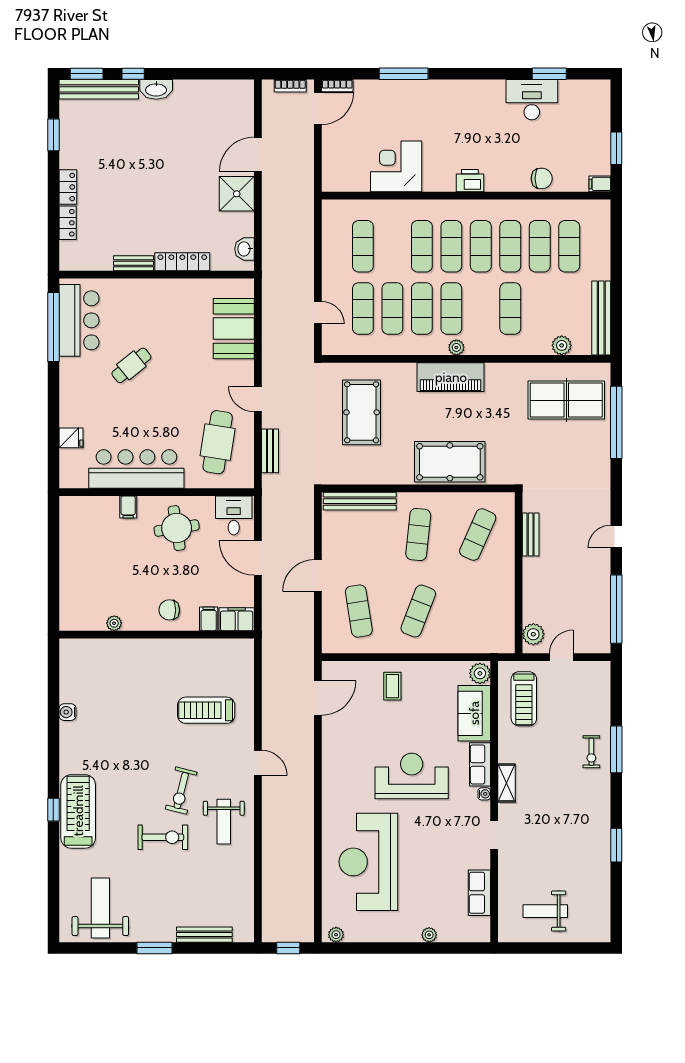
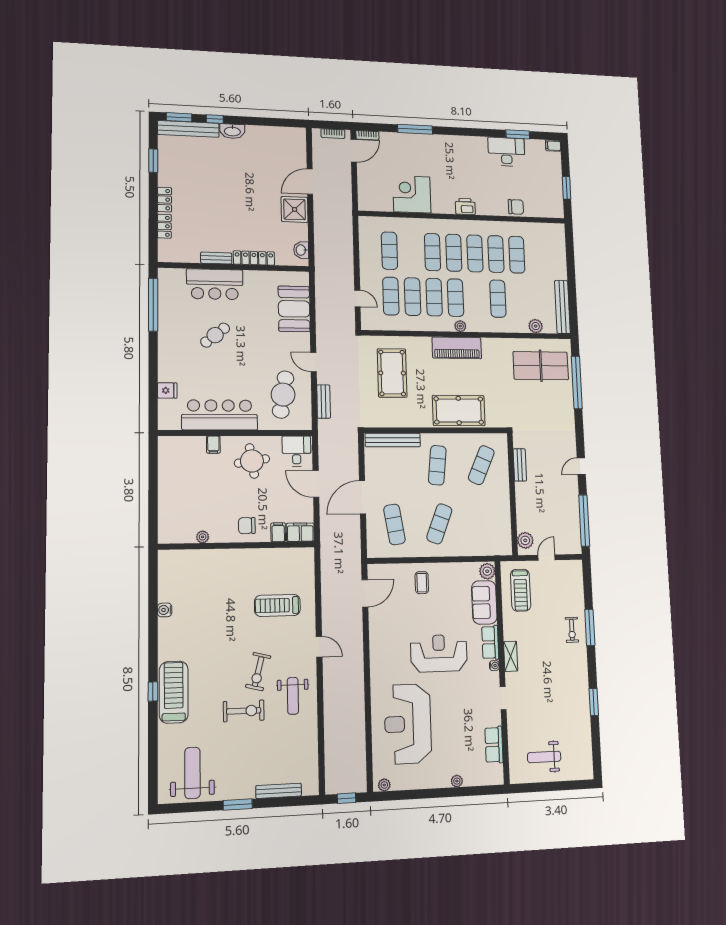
filing cabinet: (600, 184) -> (553, 146), moved
exercise mat: (569, 246) -> (537, 255), removed
bar counter: (79, 320) -> (215, 284), moved, turned 90
door: (318, 576) -> (363, 497), width x1.36

